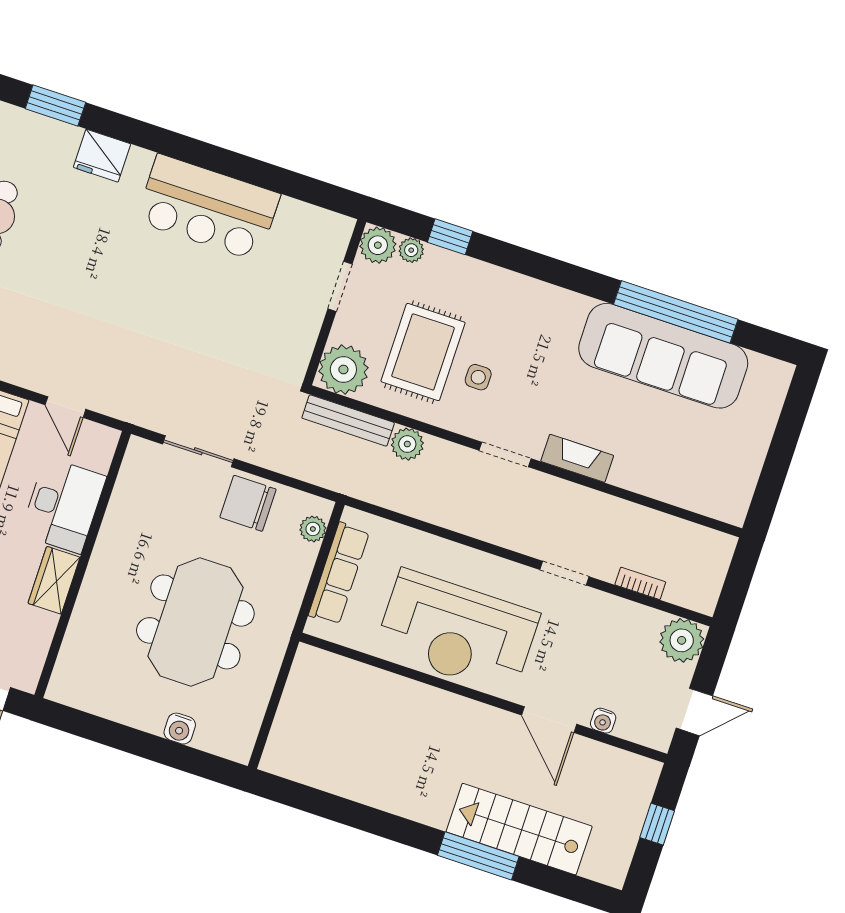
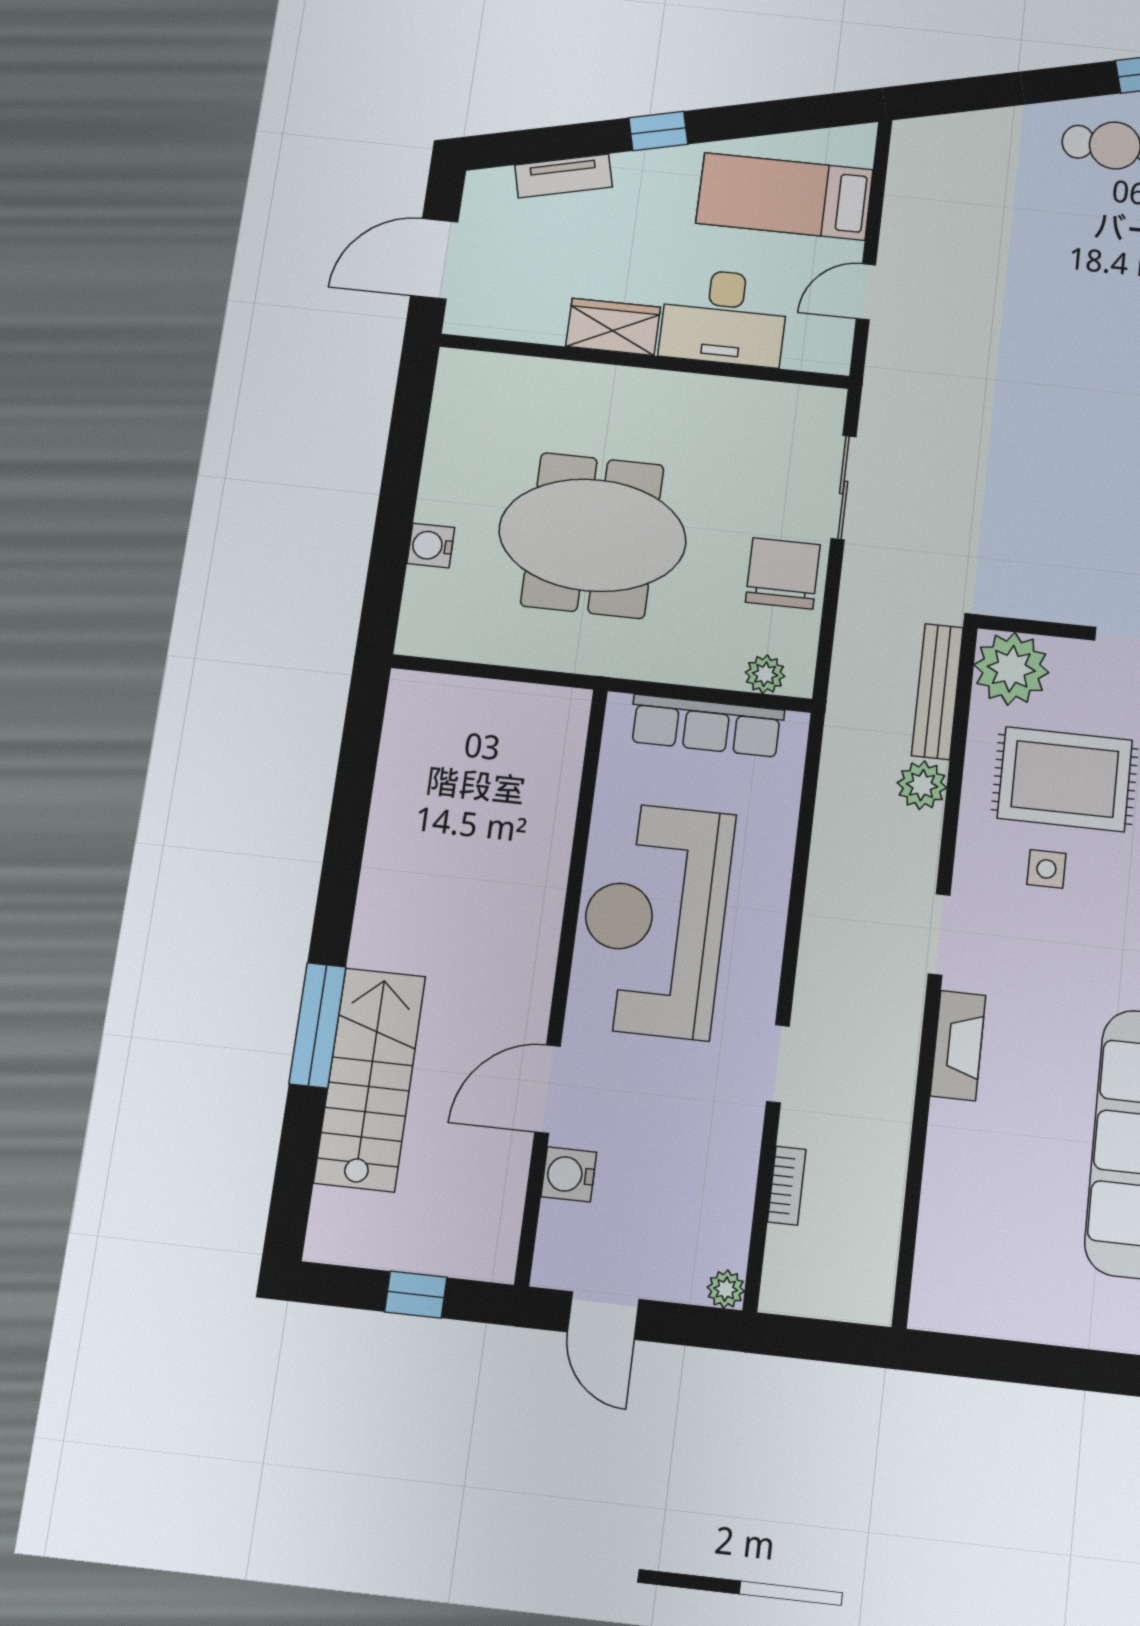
plant: (682, 640) -> (726, 1289), width x0.53, depth x0.53
water cooler: (603, 721) -> (569, 1174), width x1.38, depth x1.38

